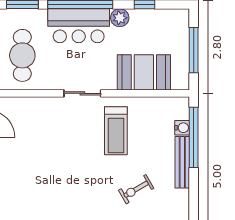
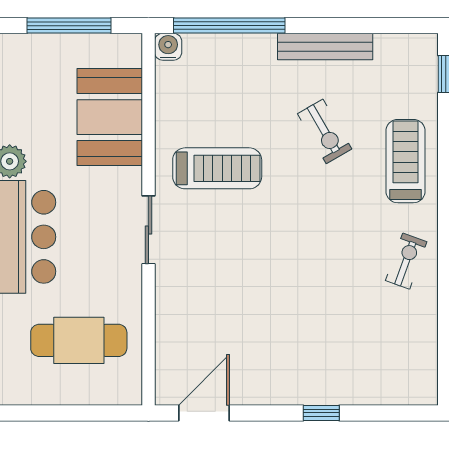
water cooler: (182, 128) -> (168, 47), moved
bench: (182, 162) -> (325, 47), moved

